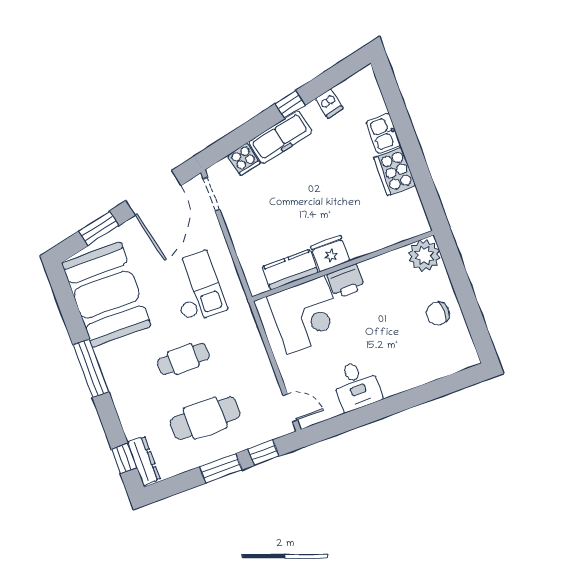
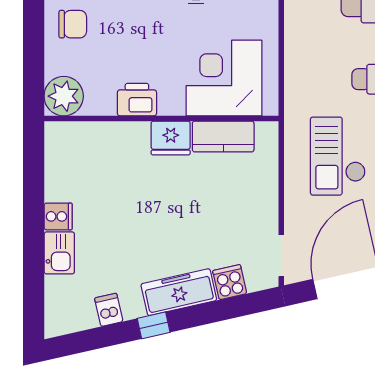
cooker: (395, 171) -> (58, 216), width x0.53, depth x0.76
printer: (346, 281) -> (137, 100), moved

